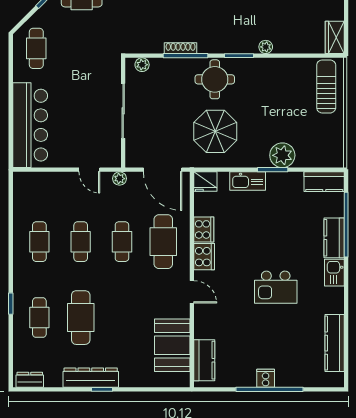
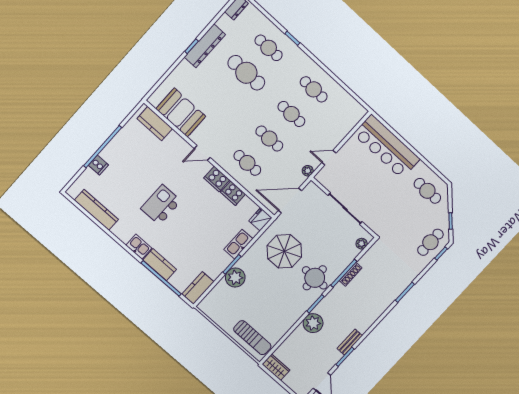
plant: (266, 47) -> (313, 323), width x1.88, depth x1.88
cafe table: (163, 242) -> (247, 163), width x0.73, depth x0.74
cooker: (266, 378) -> (98, 165), moved

